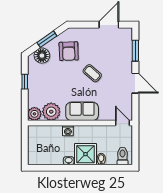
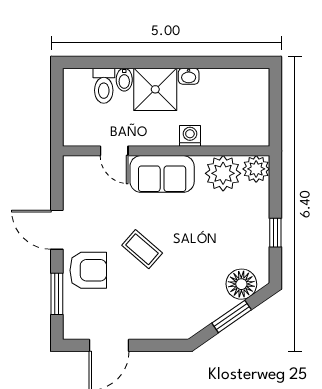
armchair: (69, 51) -> (88, 270), moved, turned 92
door: (123, 123) -> (114, 151), moved
toilet: (123, 156) -> (104, 86), moved

